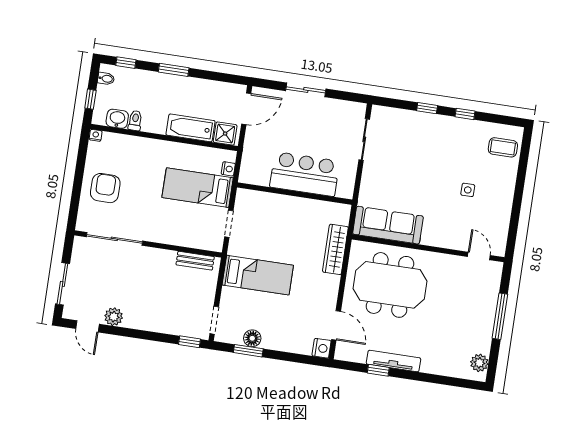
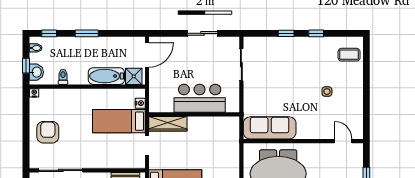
sliding door: (306, 90) -> (202, 33), moved
washbasin: (117, 119) -> (36, 72), moved, turned 90
wardrobe: (335, 249) -> (168, 124), moved, turned -90

